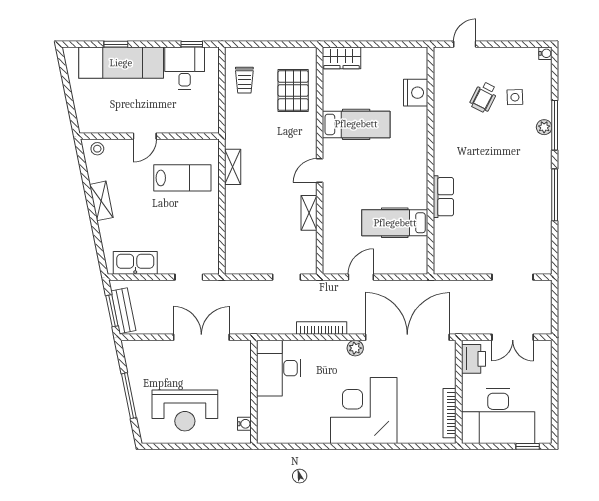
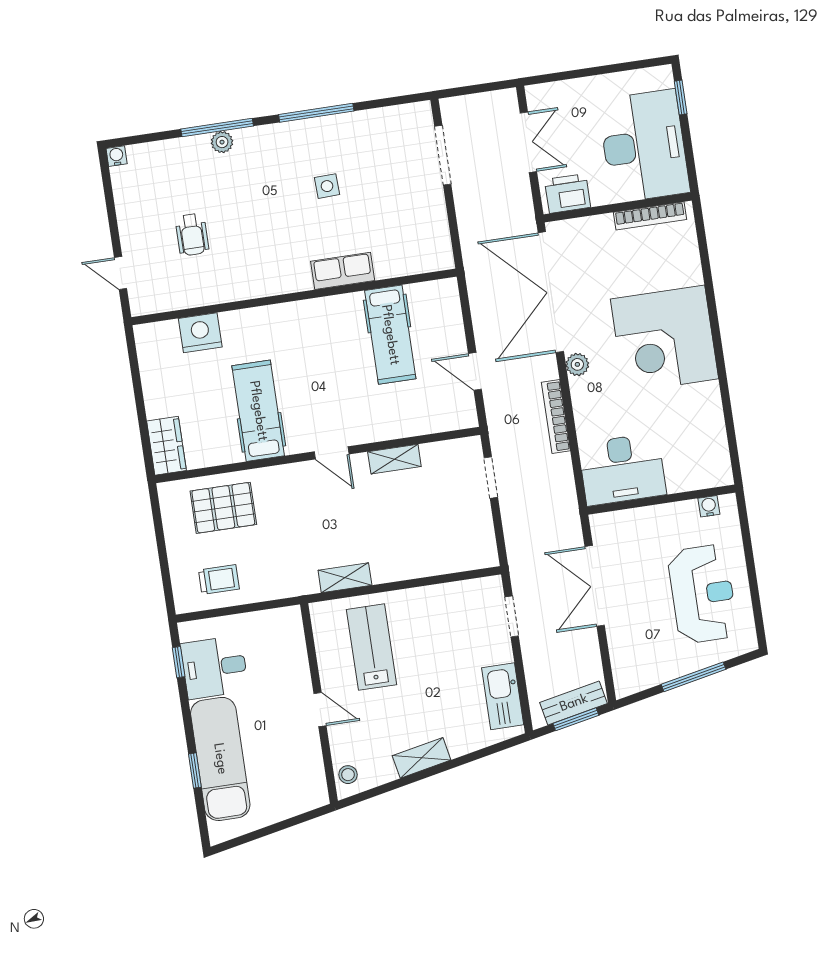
wheelchair: (484, 97) -> (192, 235), turned 63
side table: (515, 97) -> (327, 186), moved

